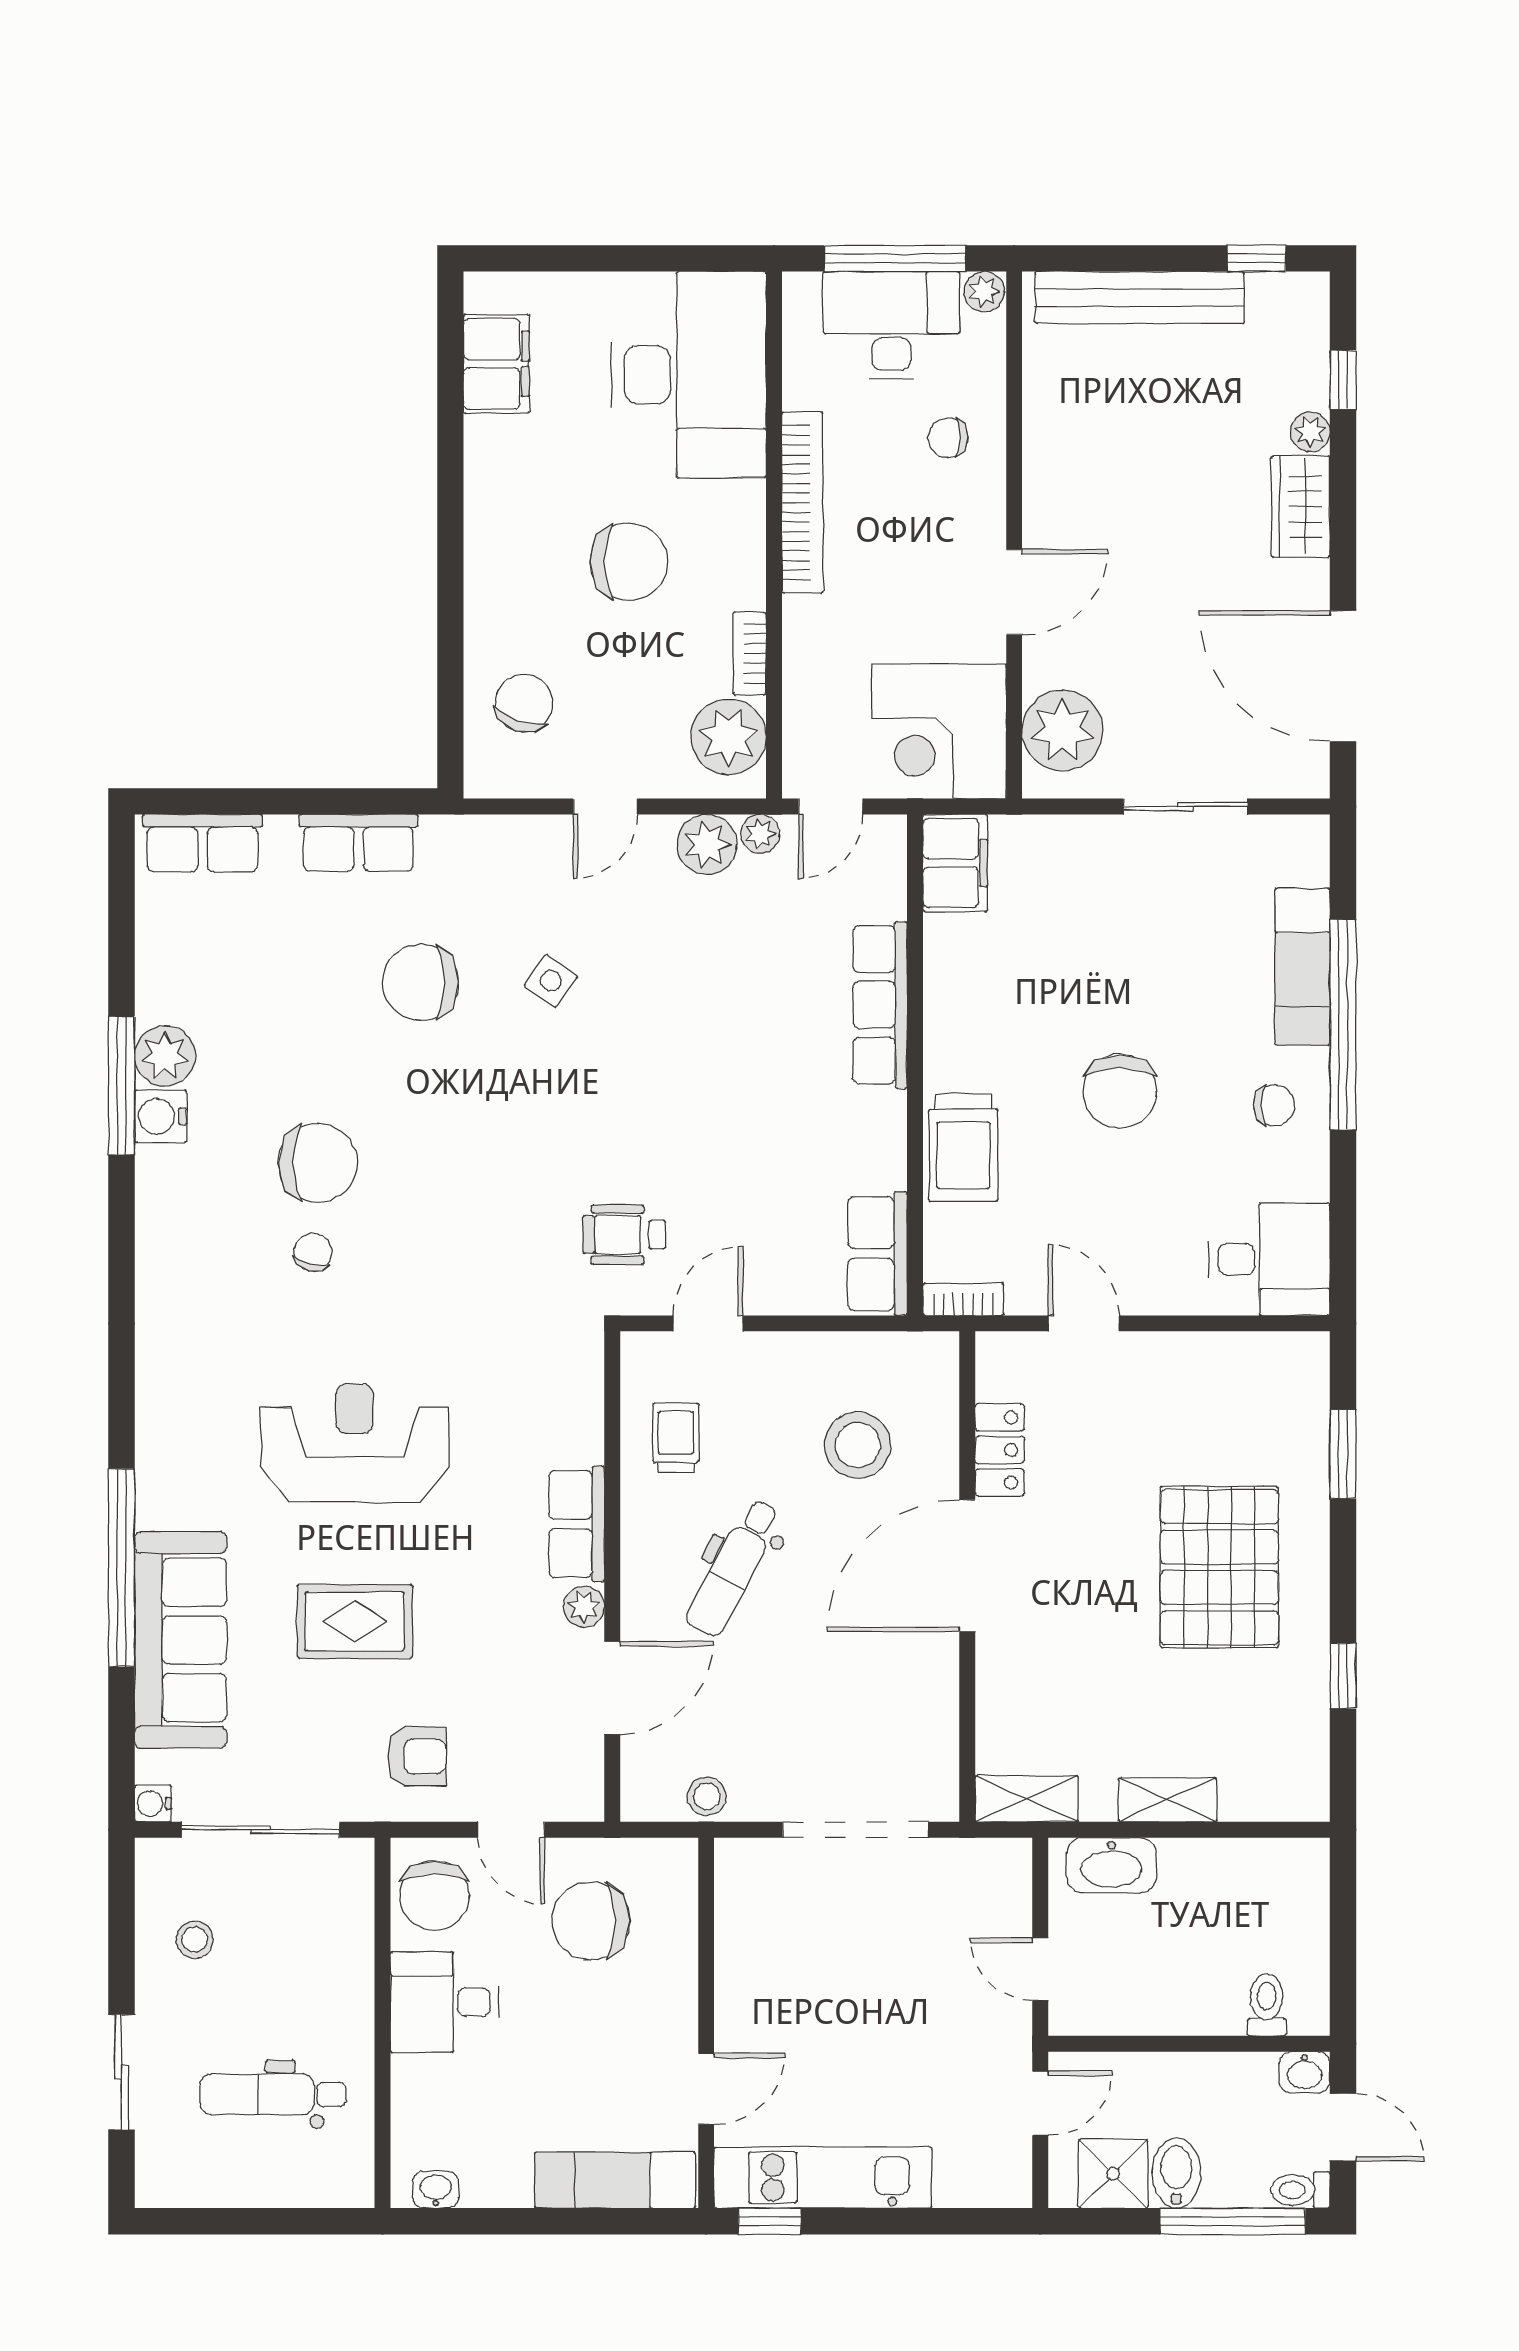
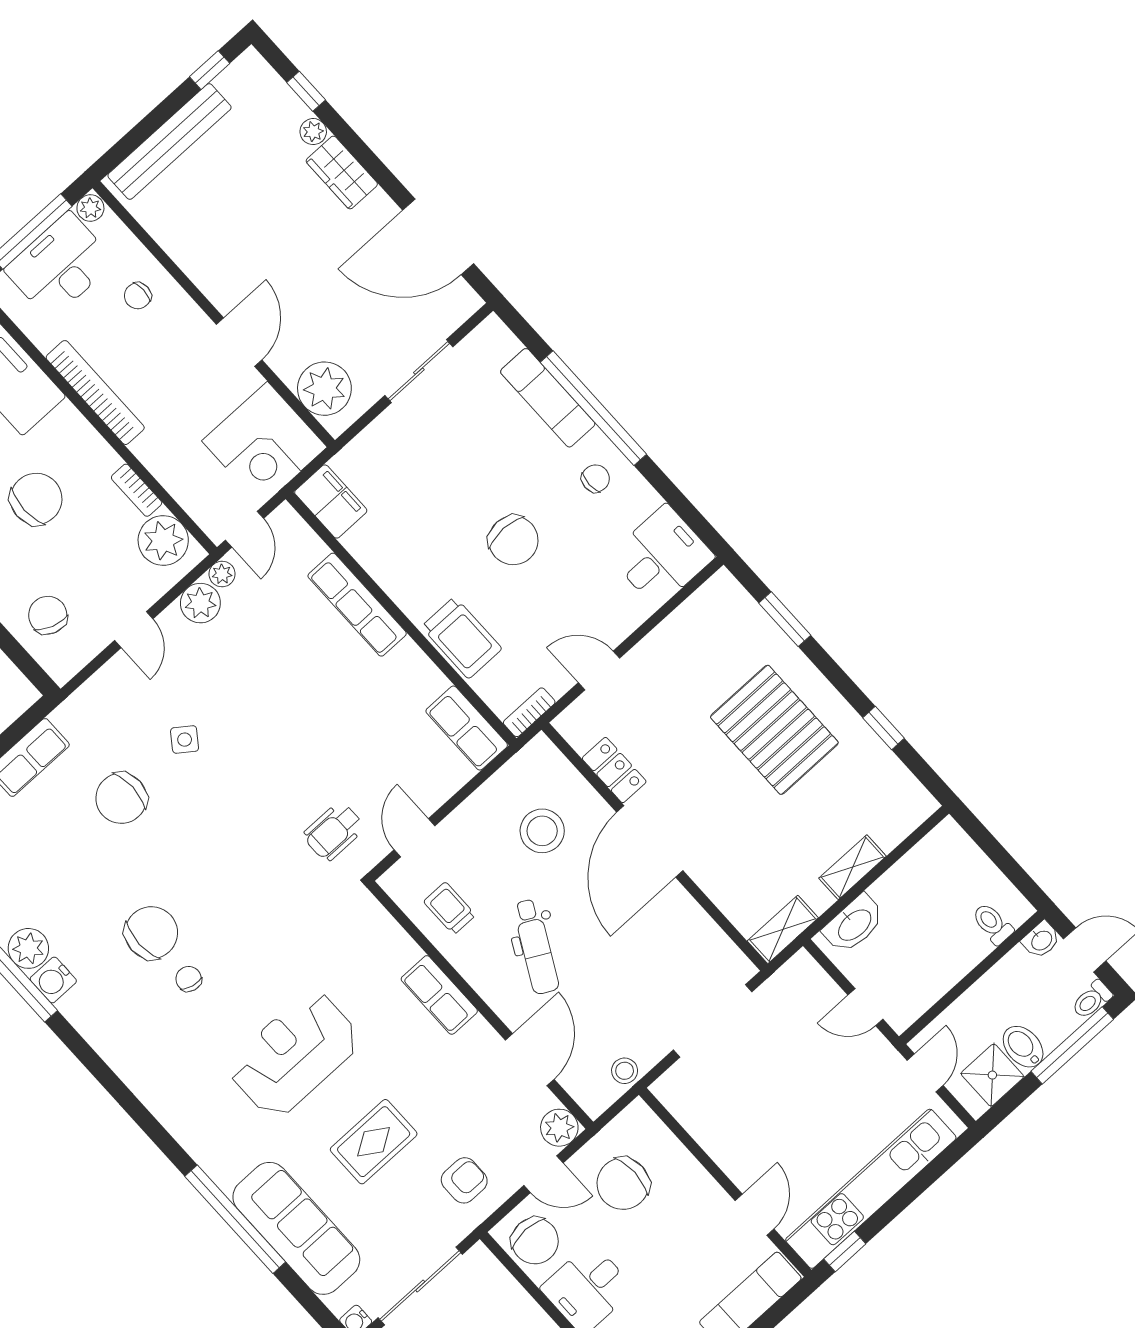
plant: (584, 1607) -> (559, 1128), moved, width x1.38, depth x1.38
kitchen unit: (823, 2178) -> (871, 1189), width x1.36

